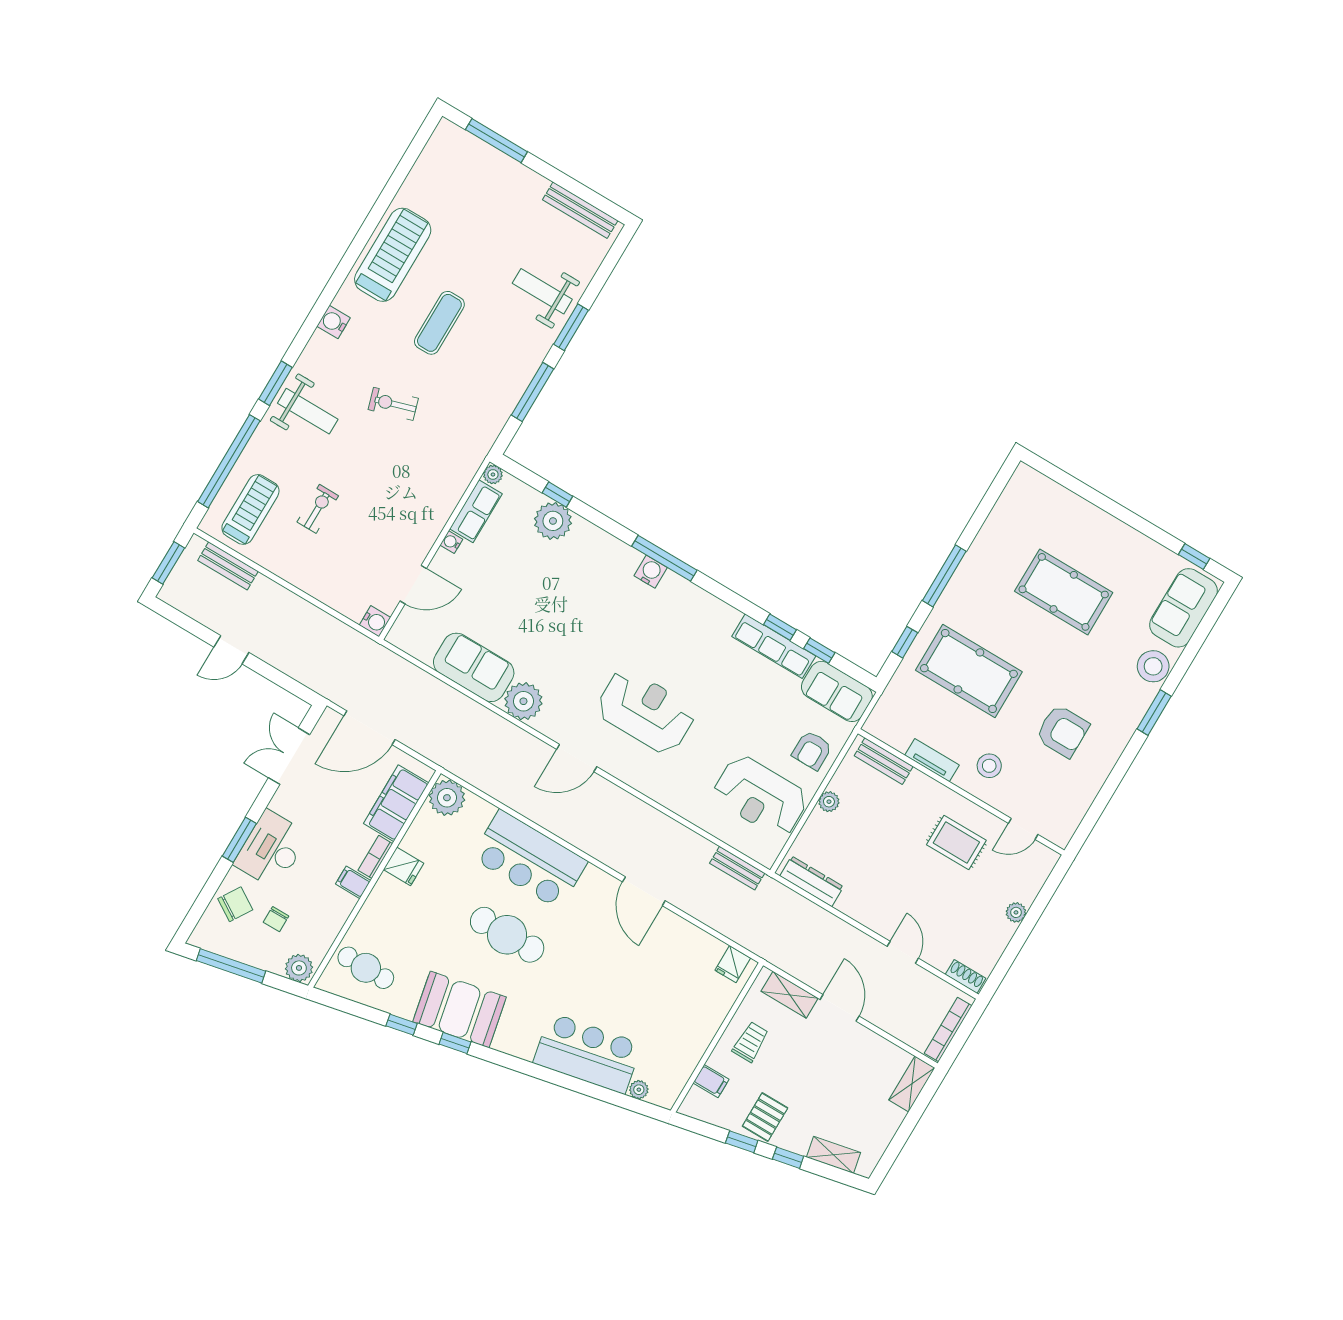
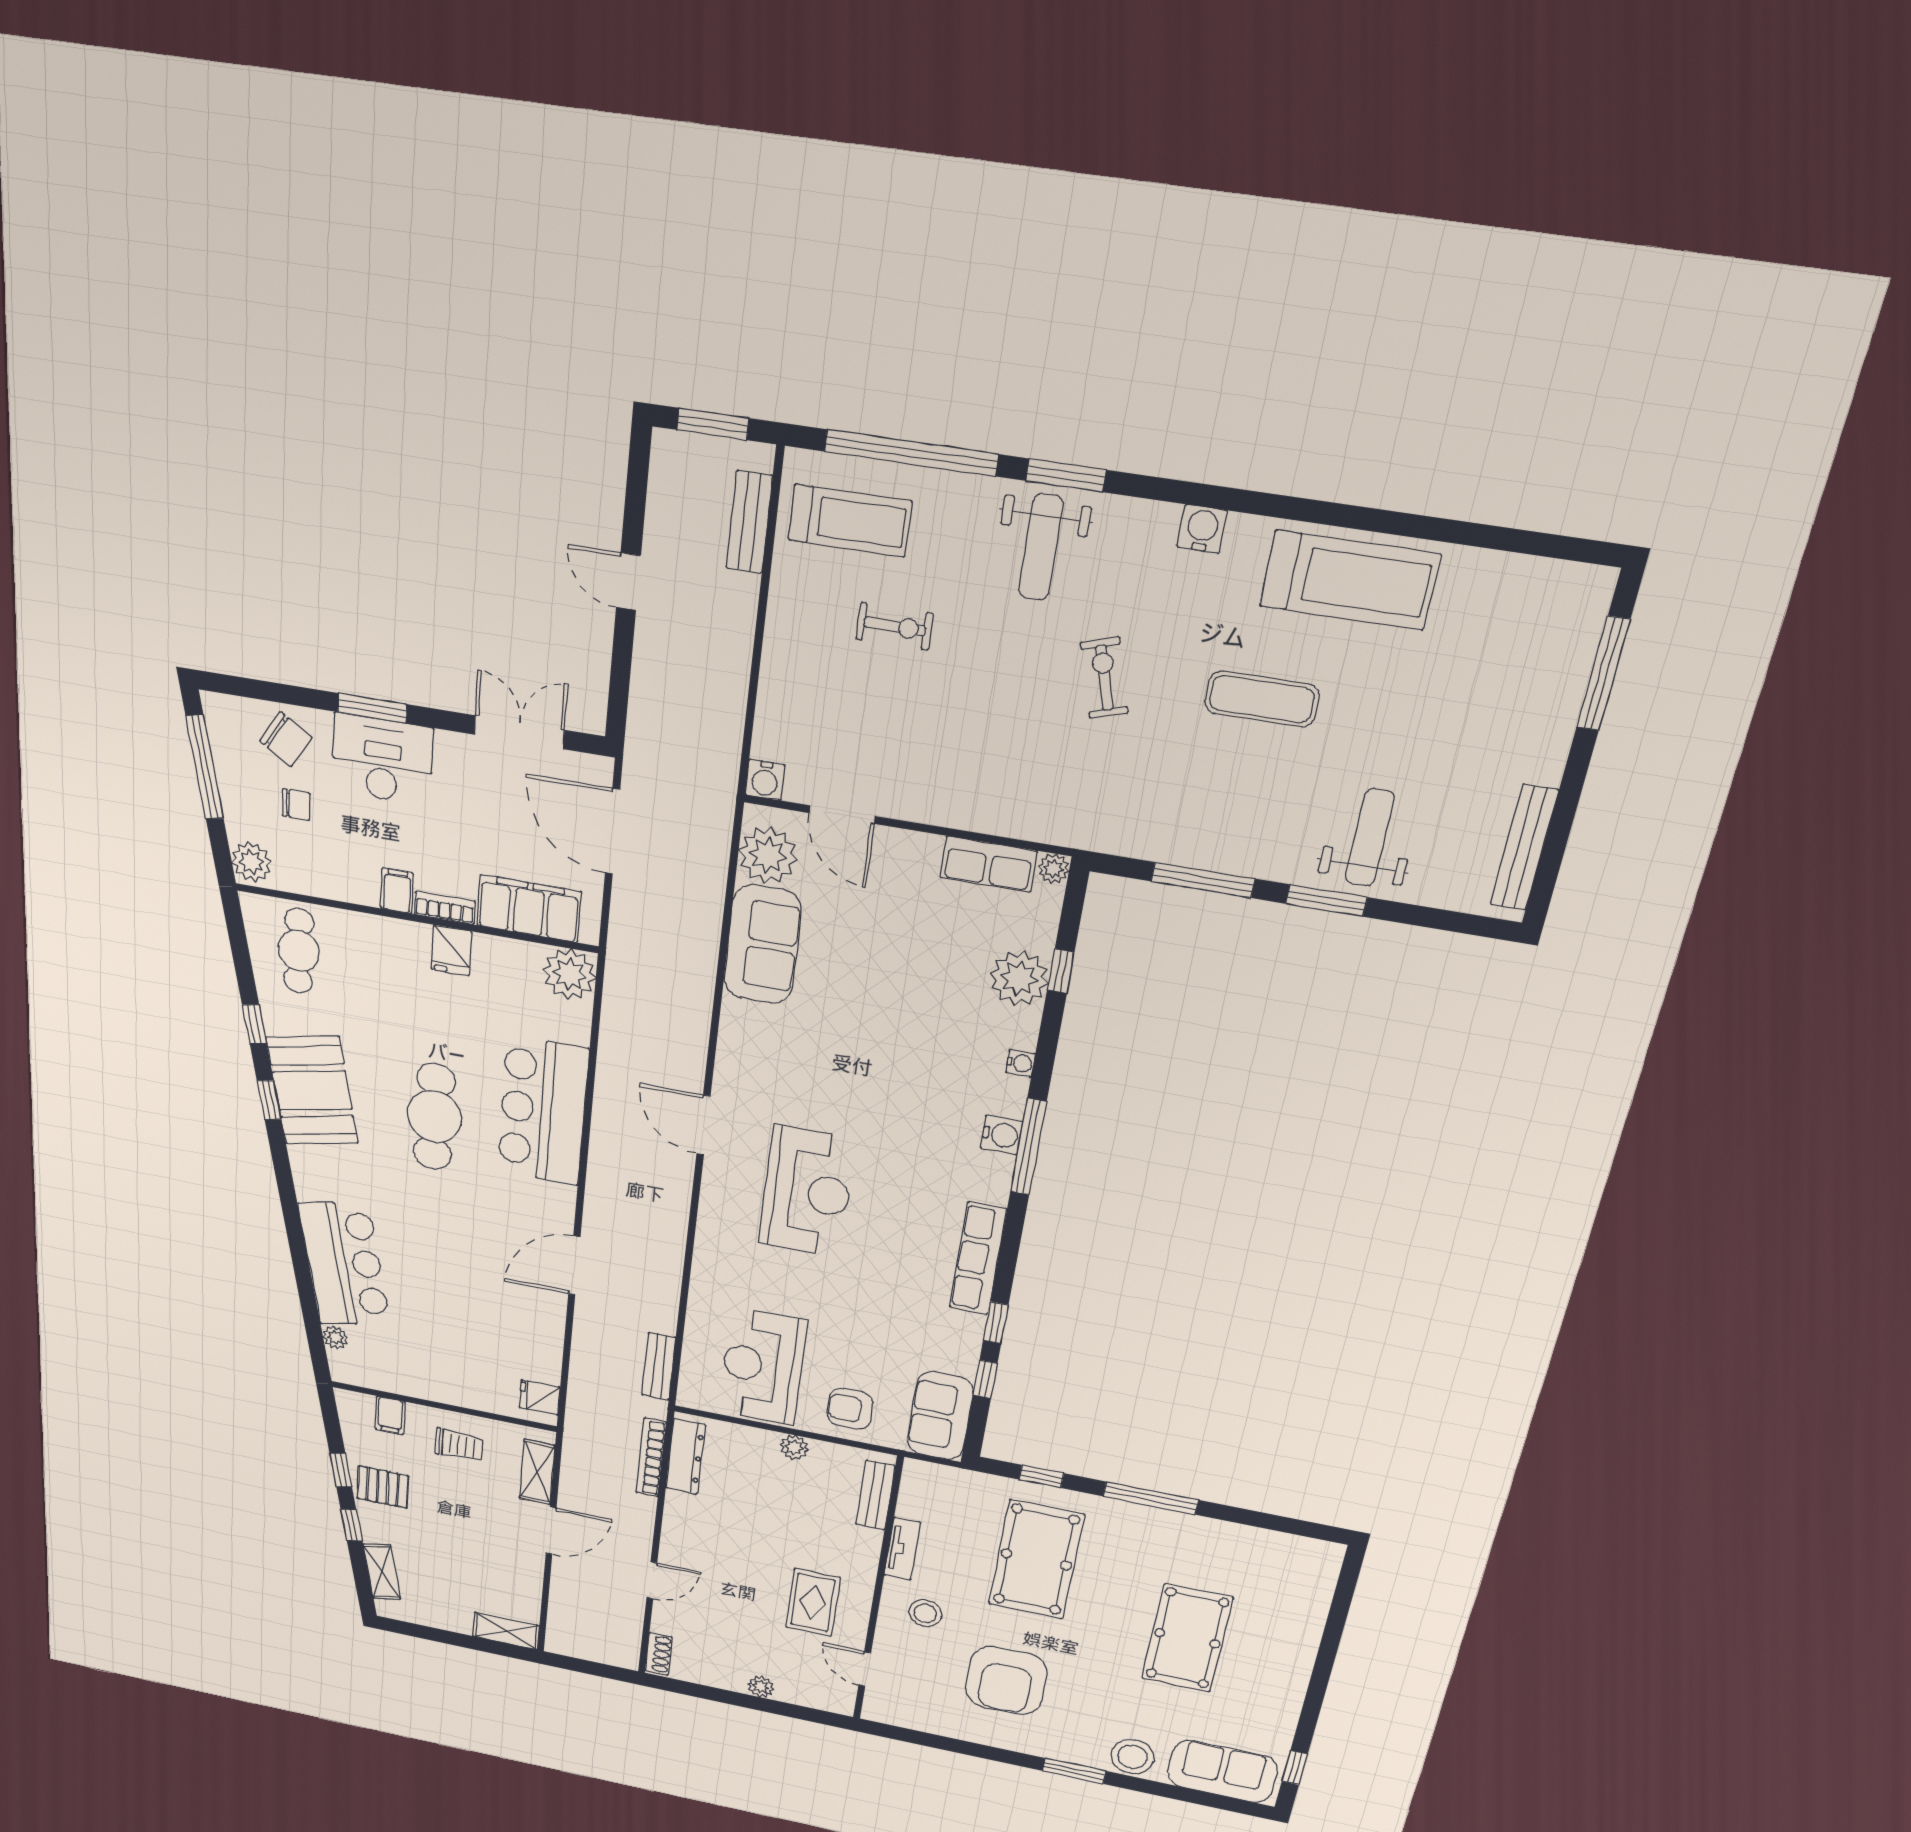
water cooler: (451, 542) -> (1020, 1063), moved, turned 90
row of seats: (774, 646) -> (978, 1258), moved
plant: (523, 701) -> (768, 855), moved
armchair: (1062, 731) -> (1006, 1681), width x1.36, depth x1.36
chair: (276, 919) -> (296, 804), turned 180
bookcase: (948, 1029) -> (651, 1458), moved, turned -90

